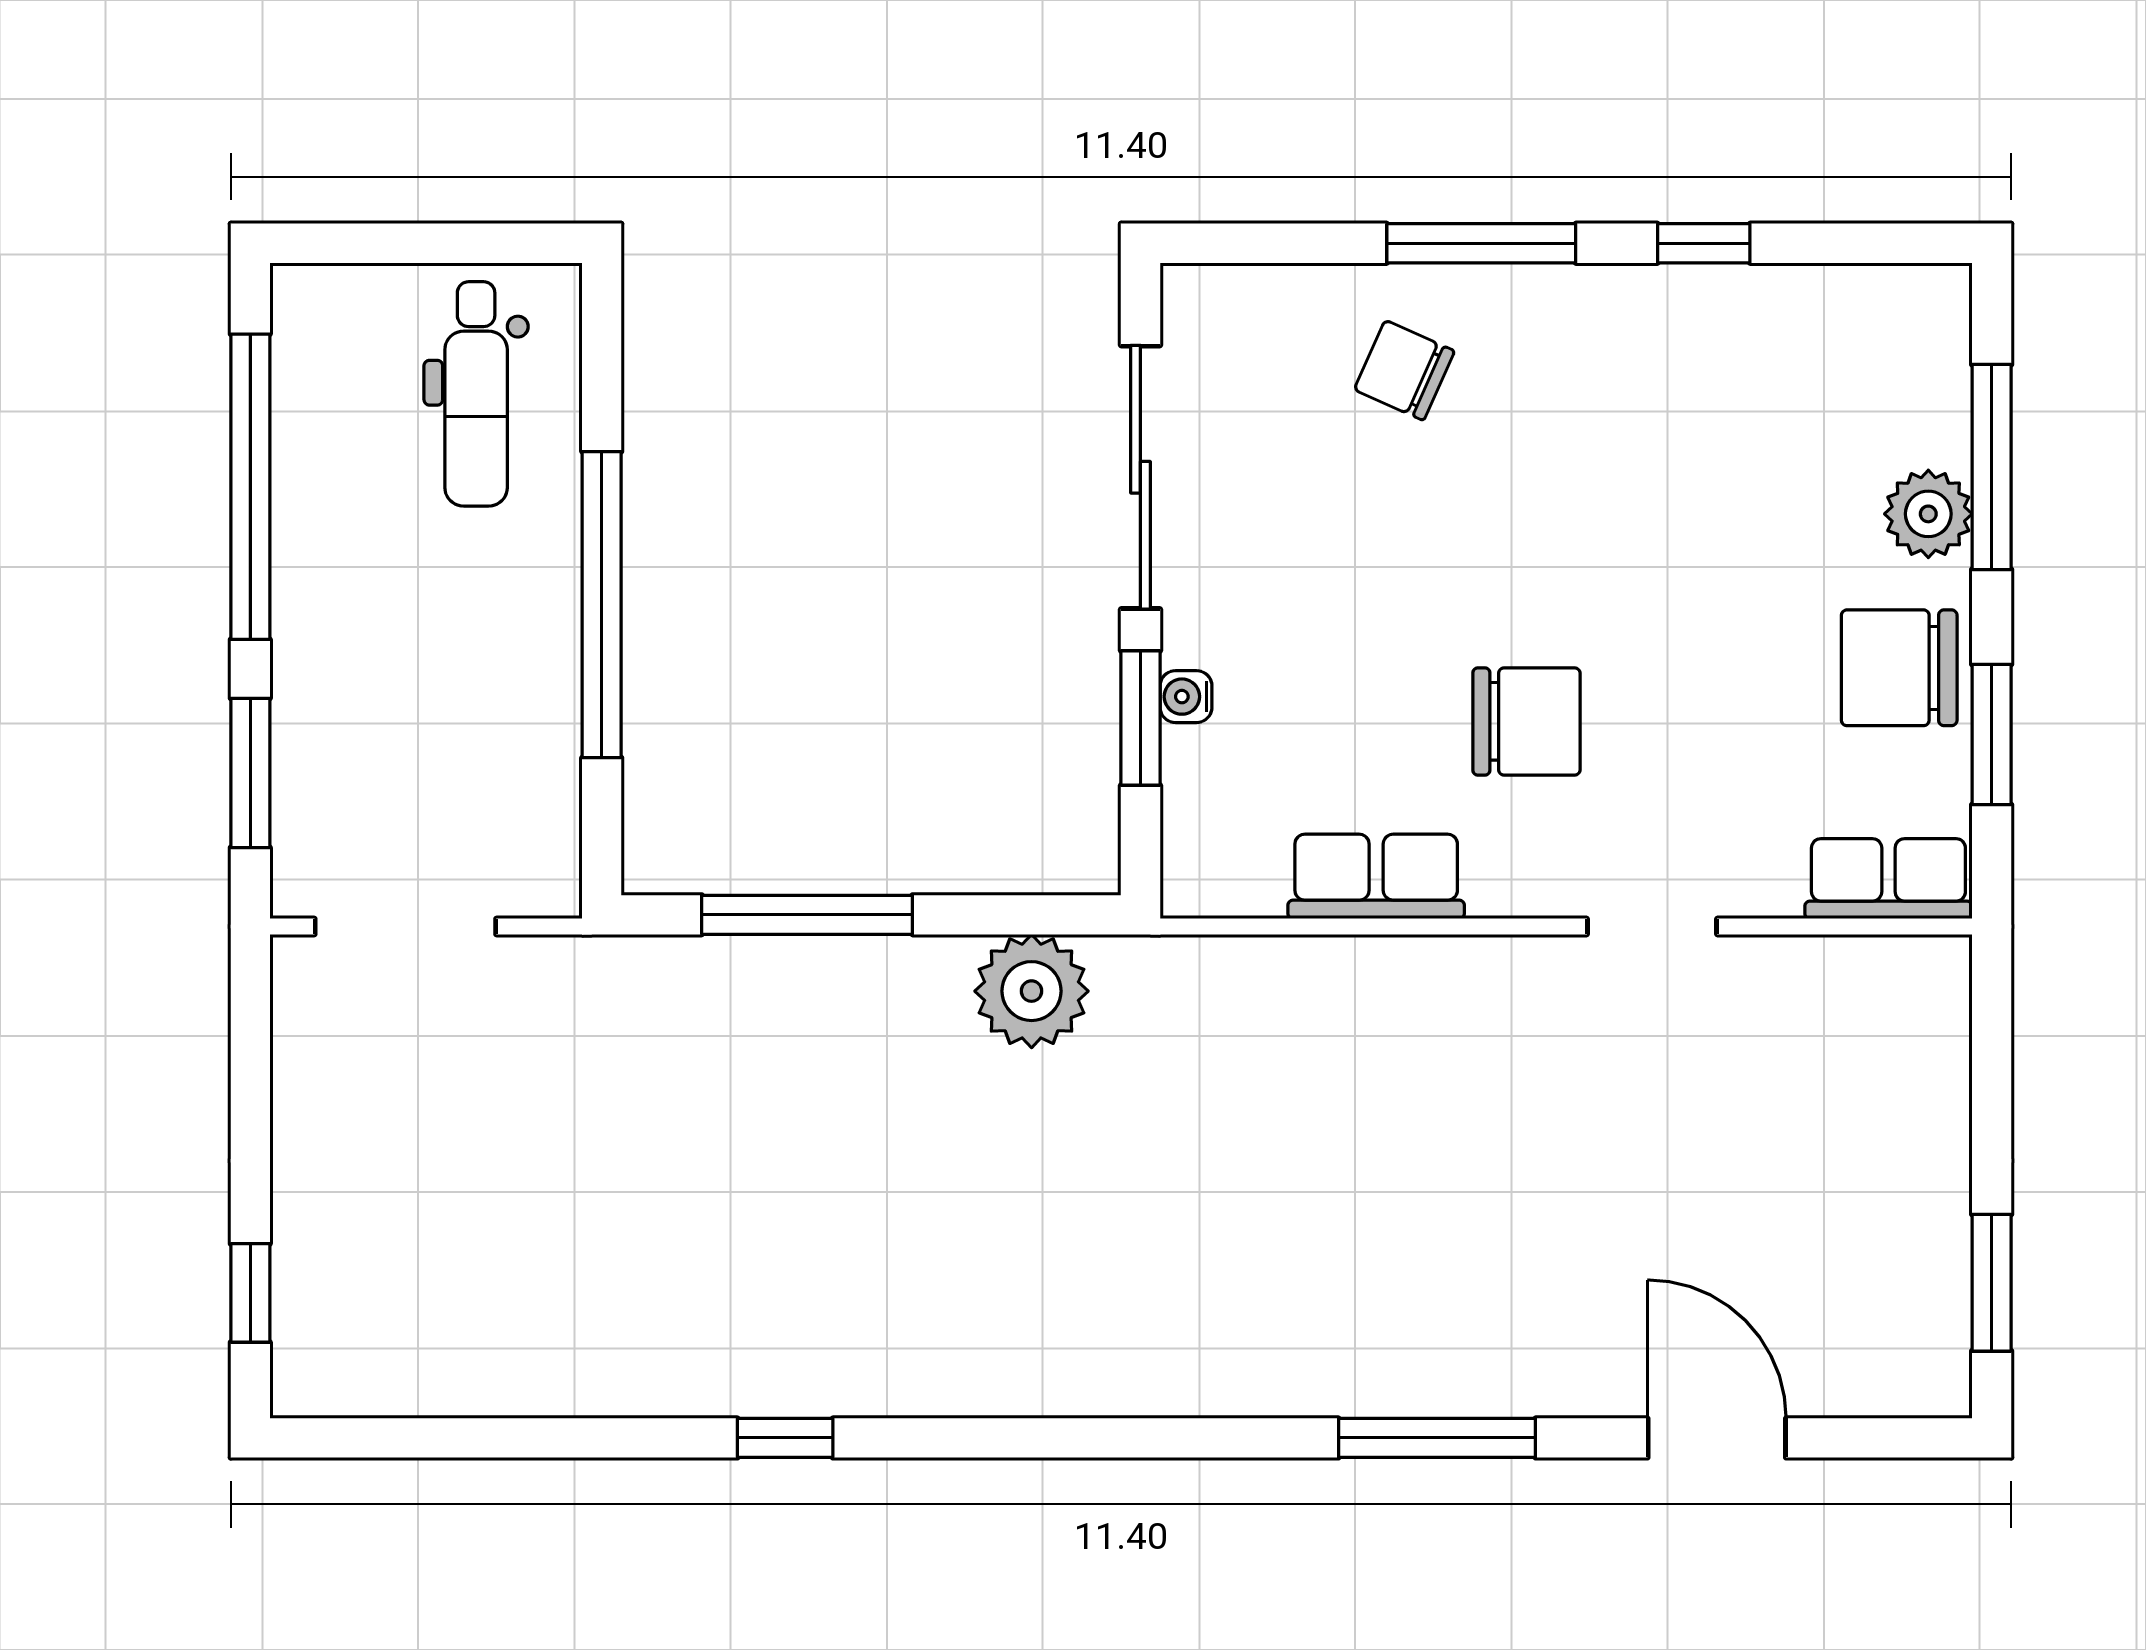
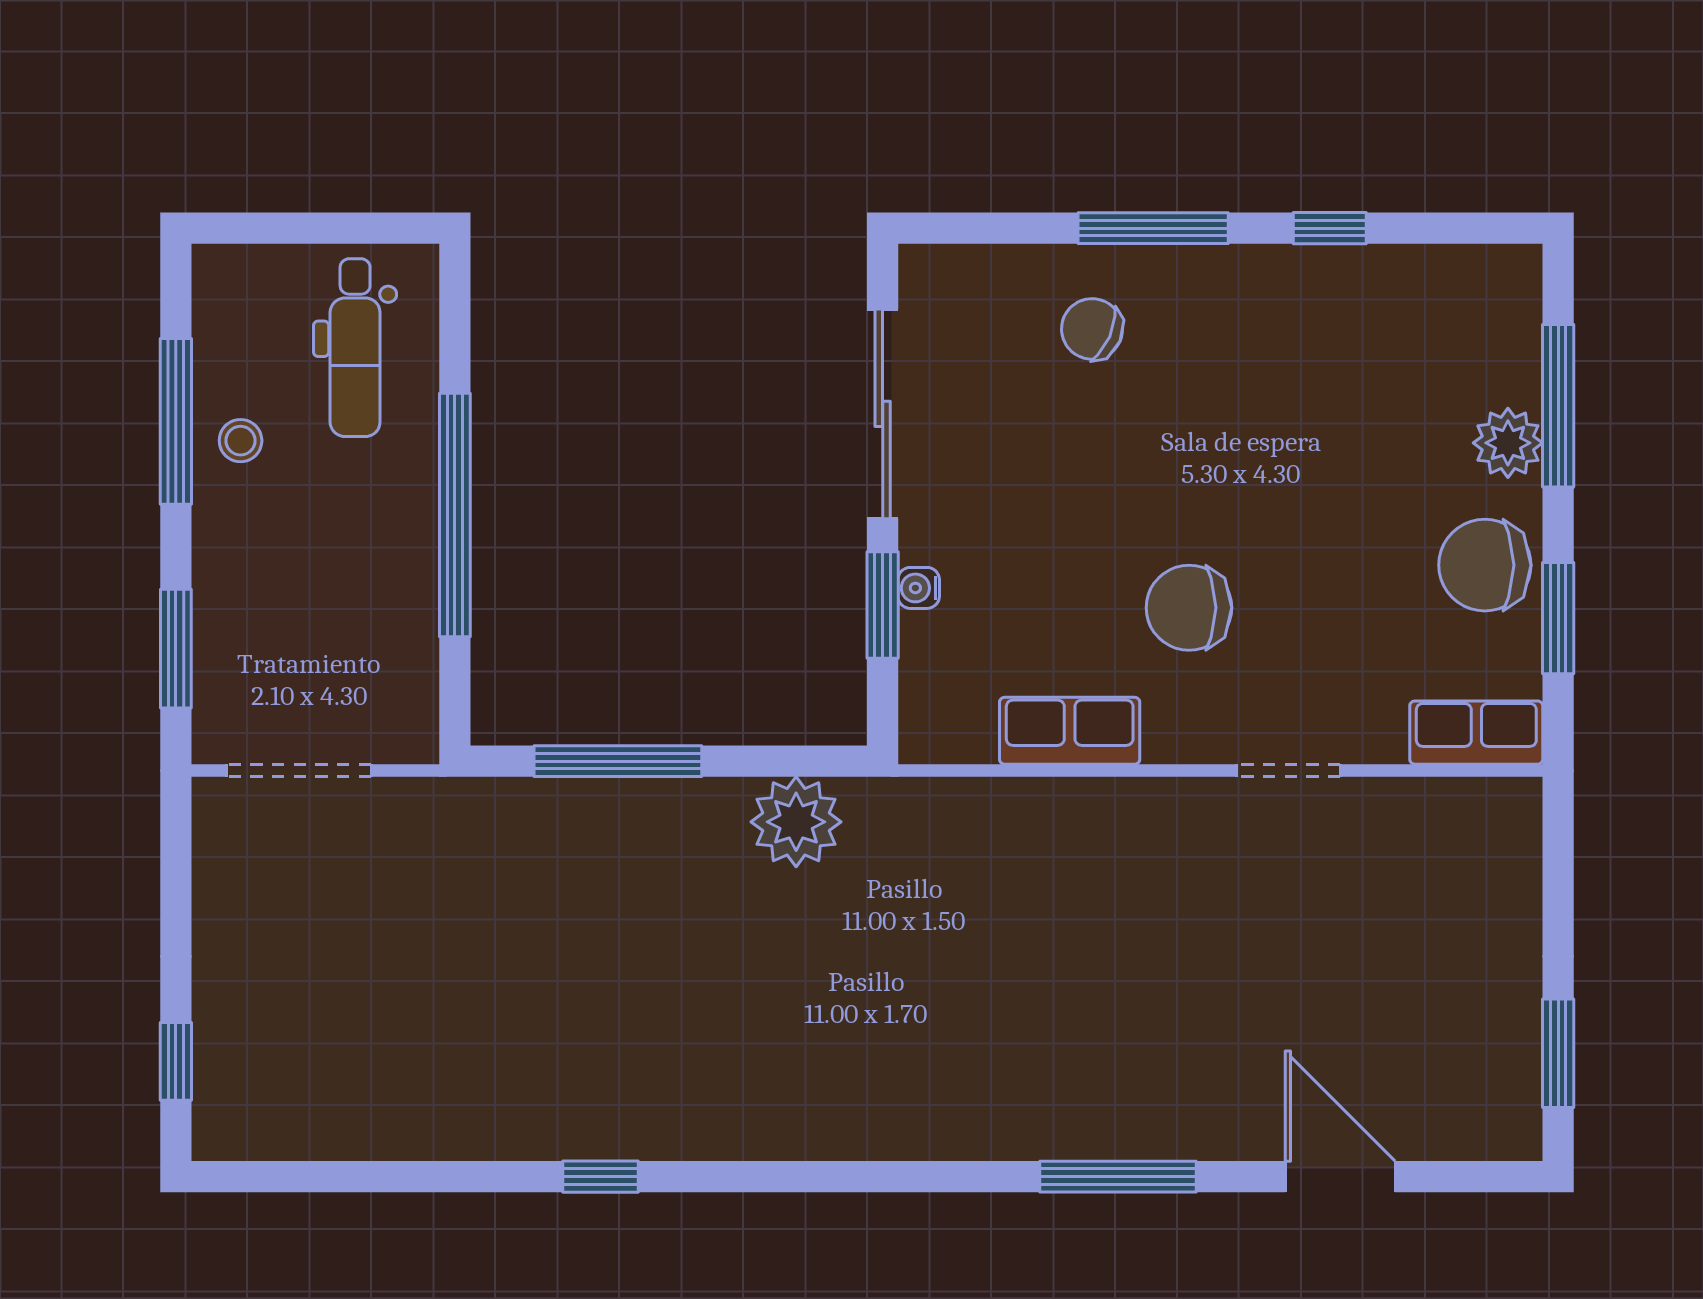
window: (250, 487) -> (176, 421), width x0.68
stool: (332, 511) -> (241, 441), added
chair: (1526, 721) -> (1189, 608), turned 180

